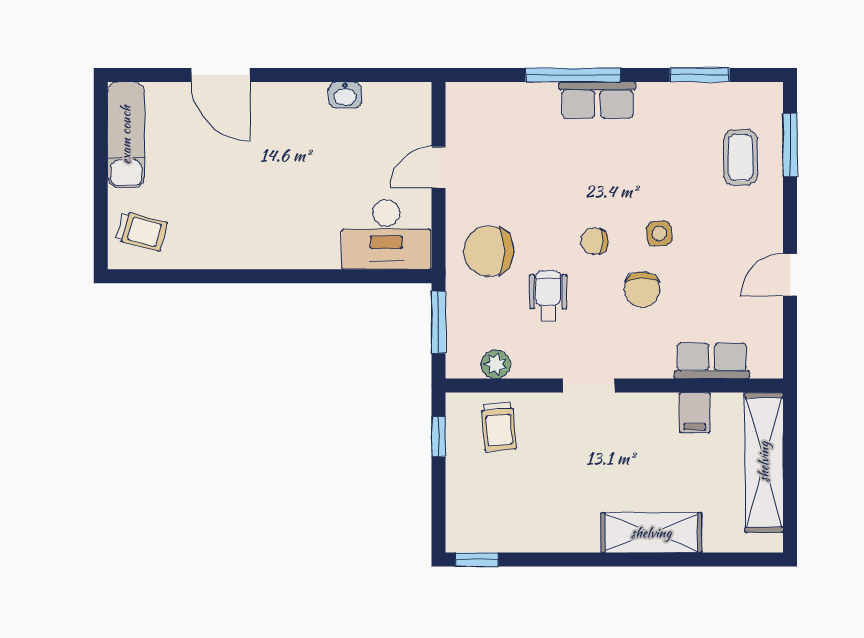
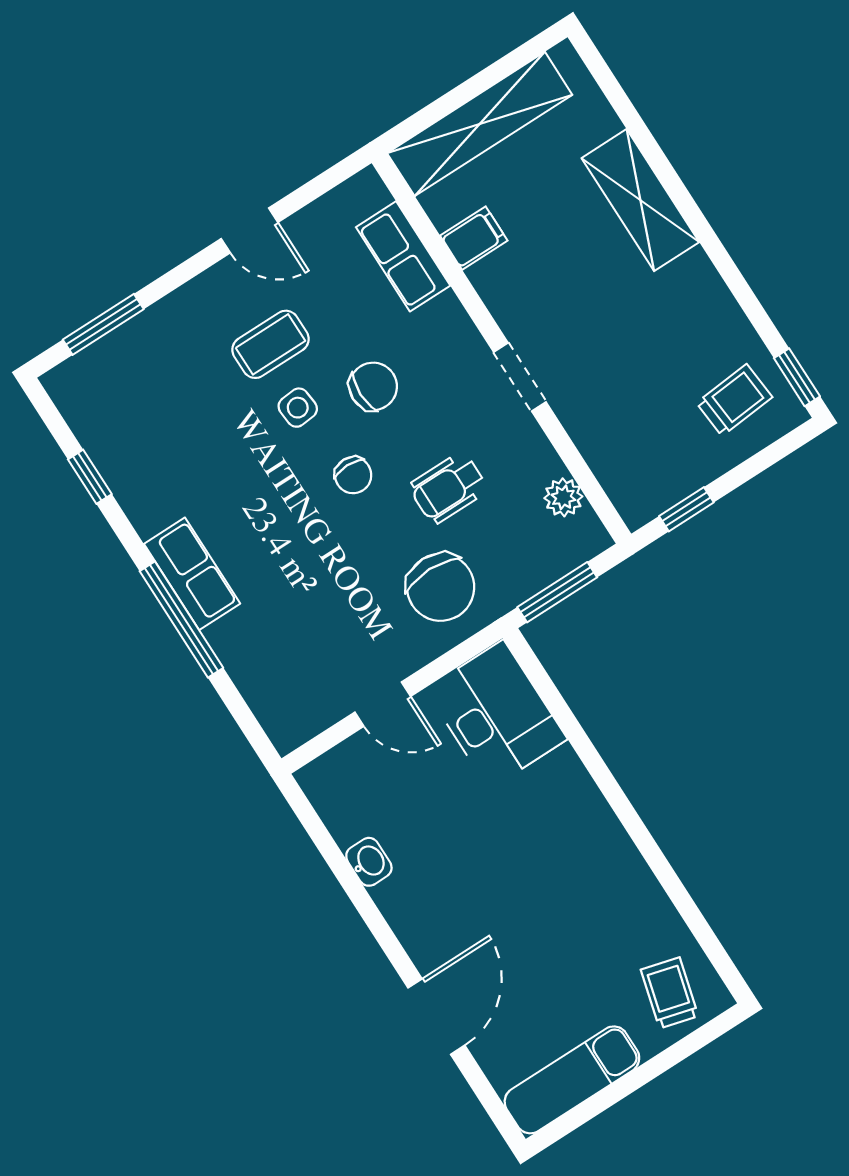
window: (700, 75) -> (90, 477), width x0.67
coffee table: (741, 157) -> (271, 344), moved
trolley: (499, 427) -> (734, 400), moved

